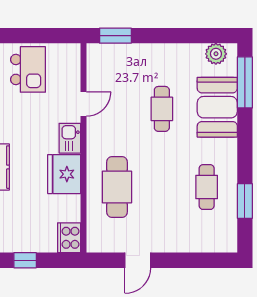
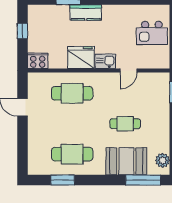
door: (83, 104) -> (128, 71), hinge flipped
cafe table: (207, 187) -> (72, 154), width x1.37, depth x1.35

